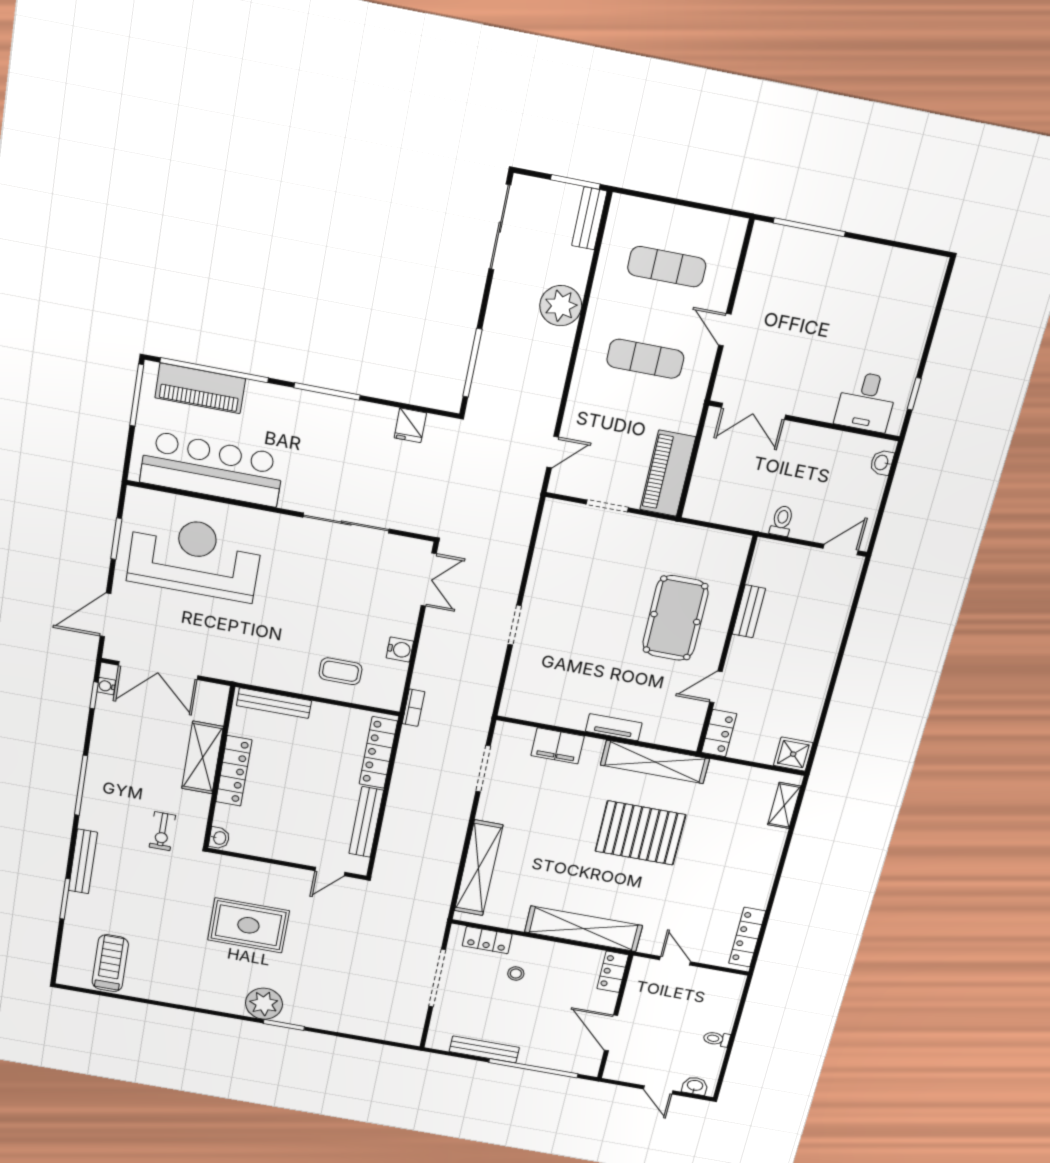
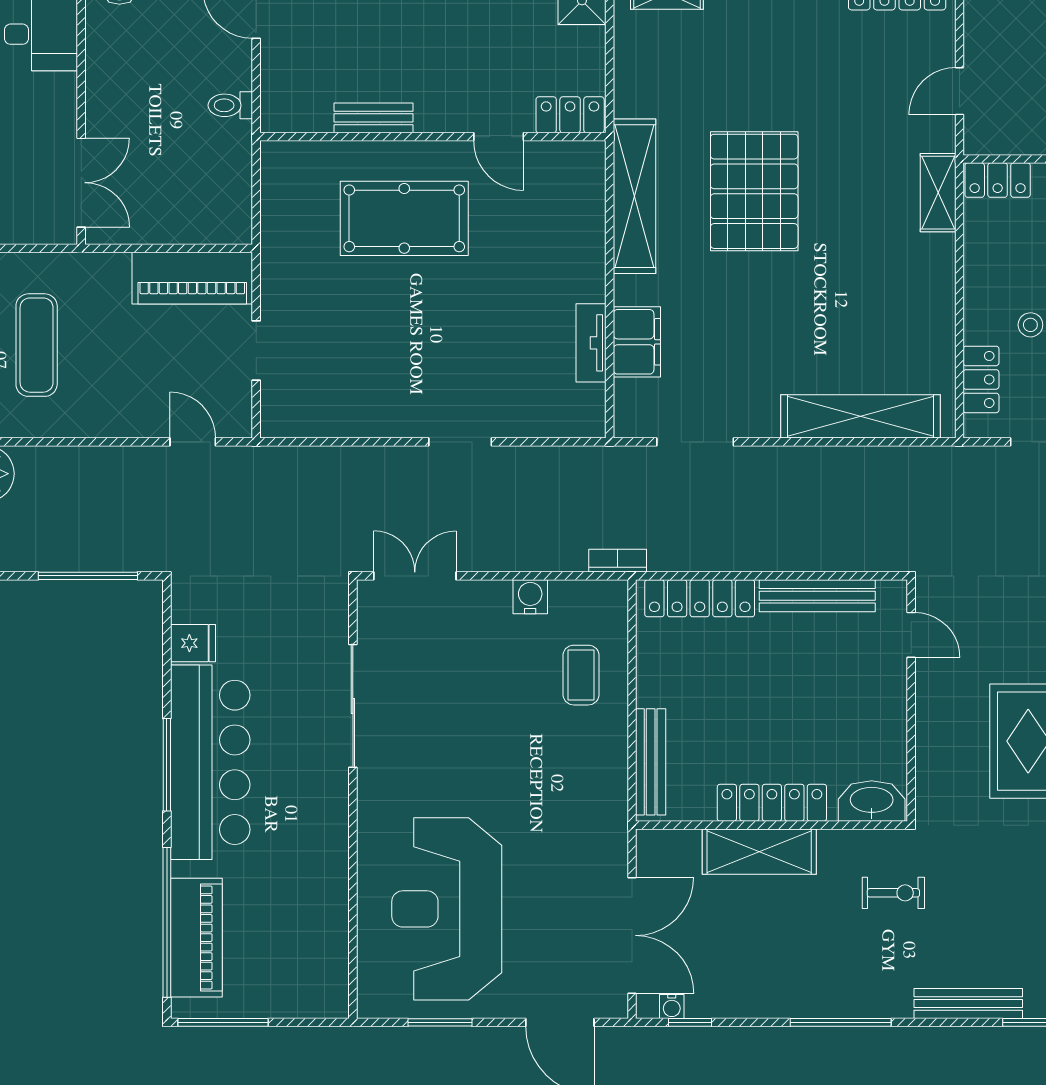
bar counter: (212, 469) -> (210, 762), moved, turned 180
tv unit: (614, 727) -> (591, 343), moved
washbasin: (219, 838) -> (872, 801), width x1.91, depth x1.45
shelving: (584, 929) -> (938, 193), width x0.45, depth x0.75

